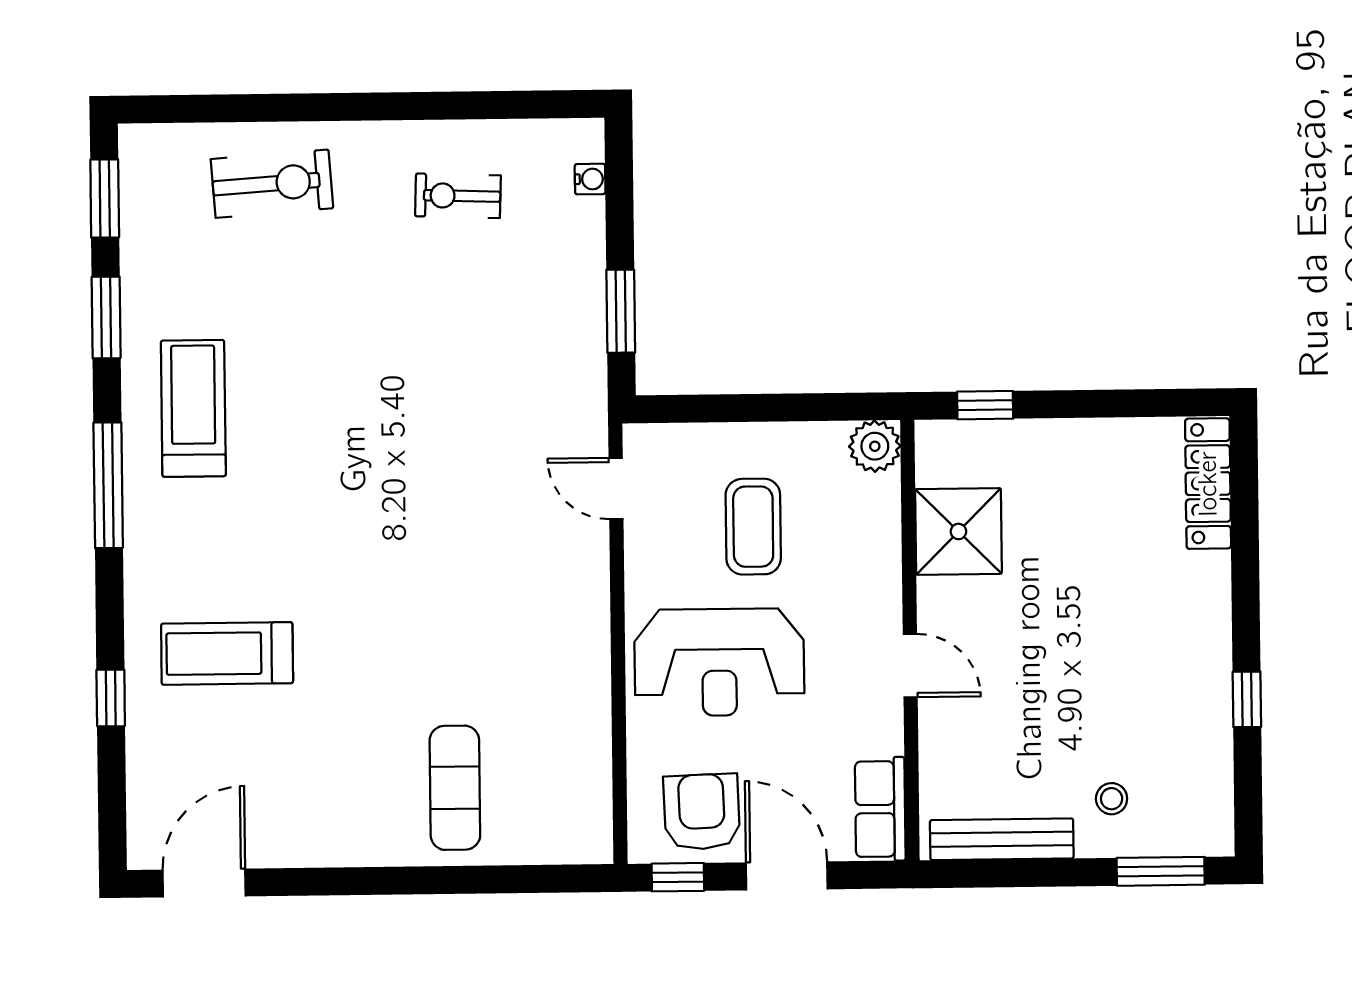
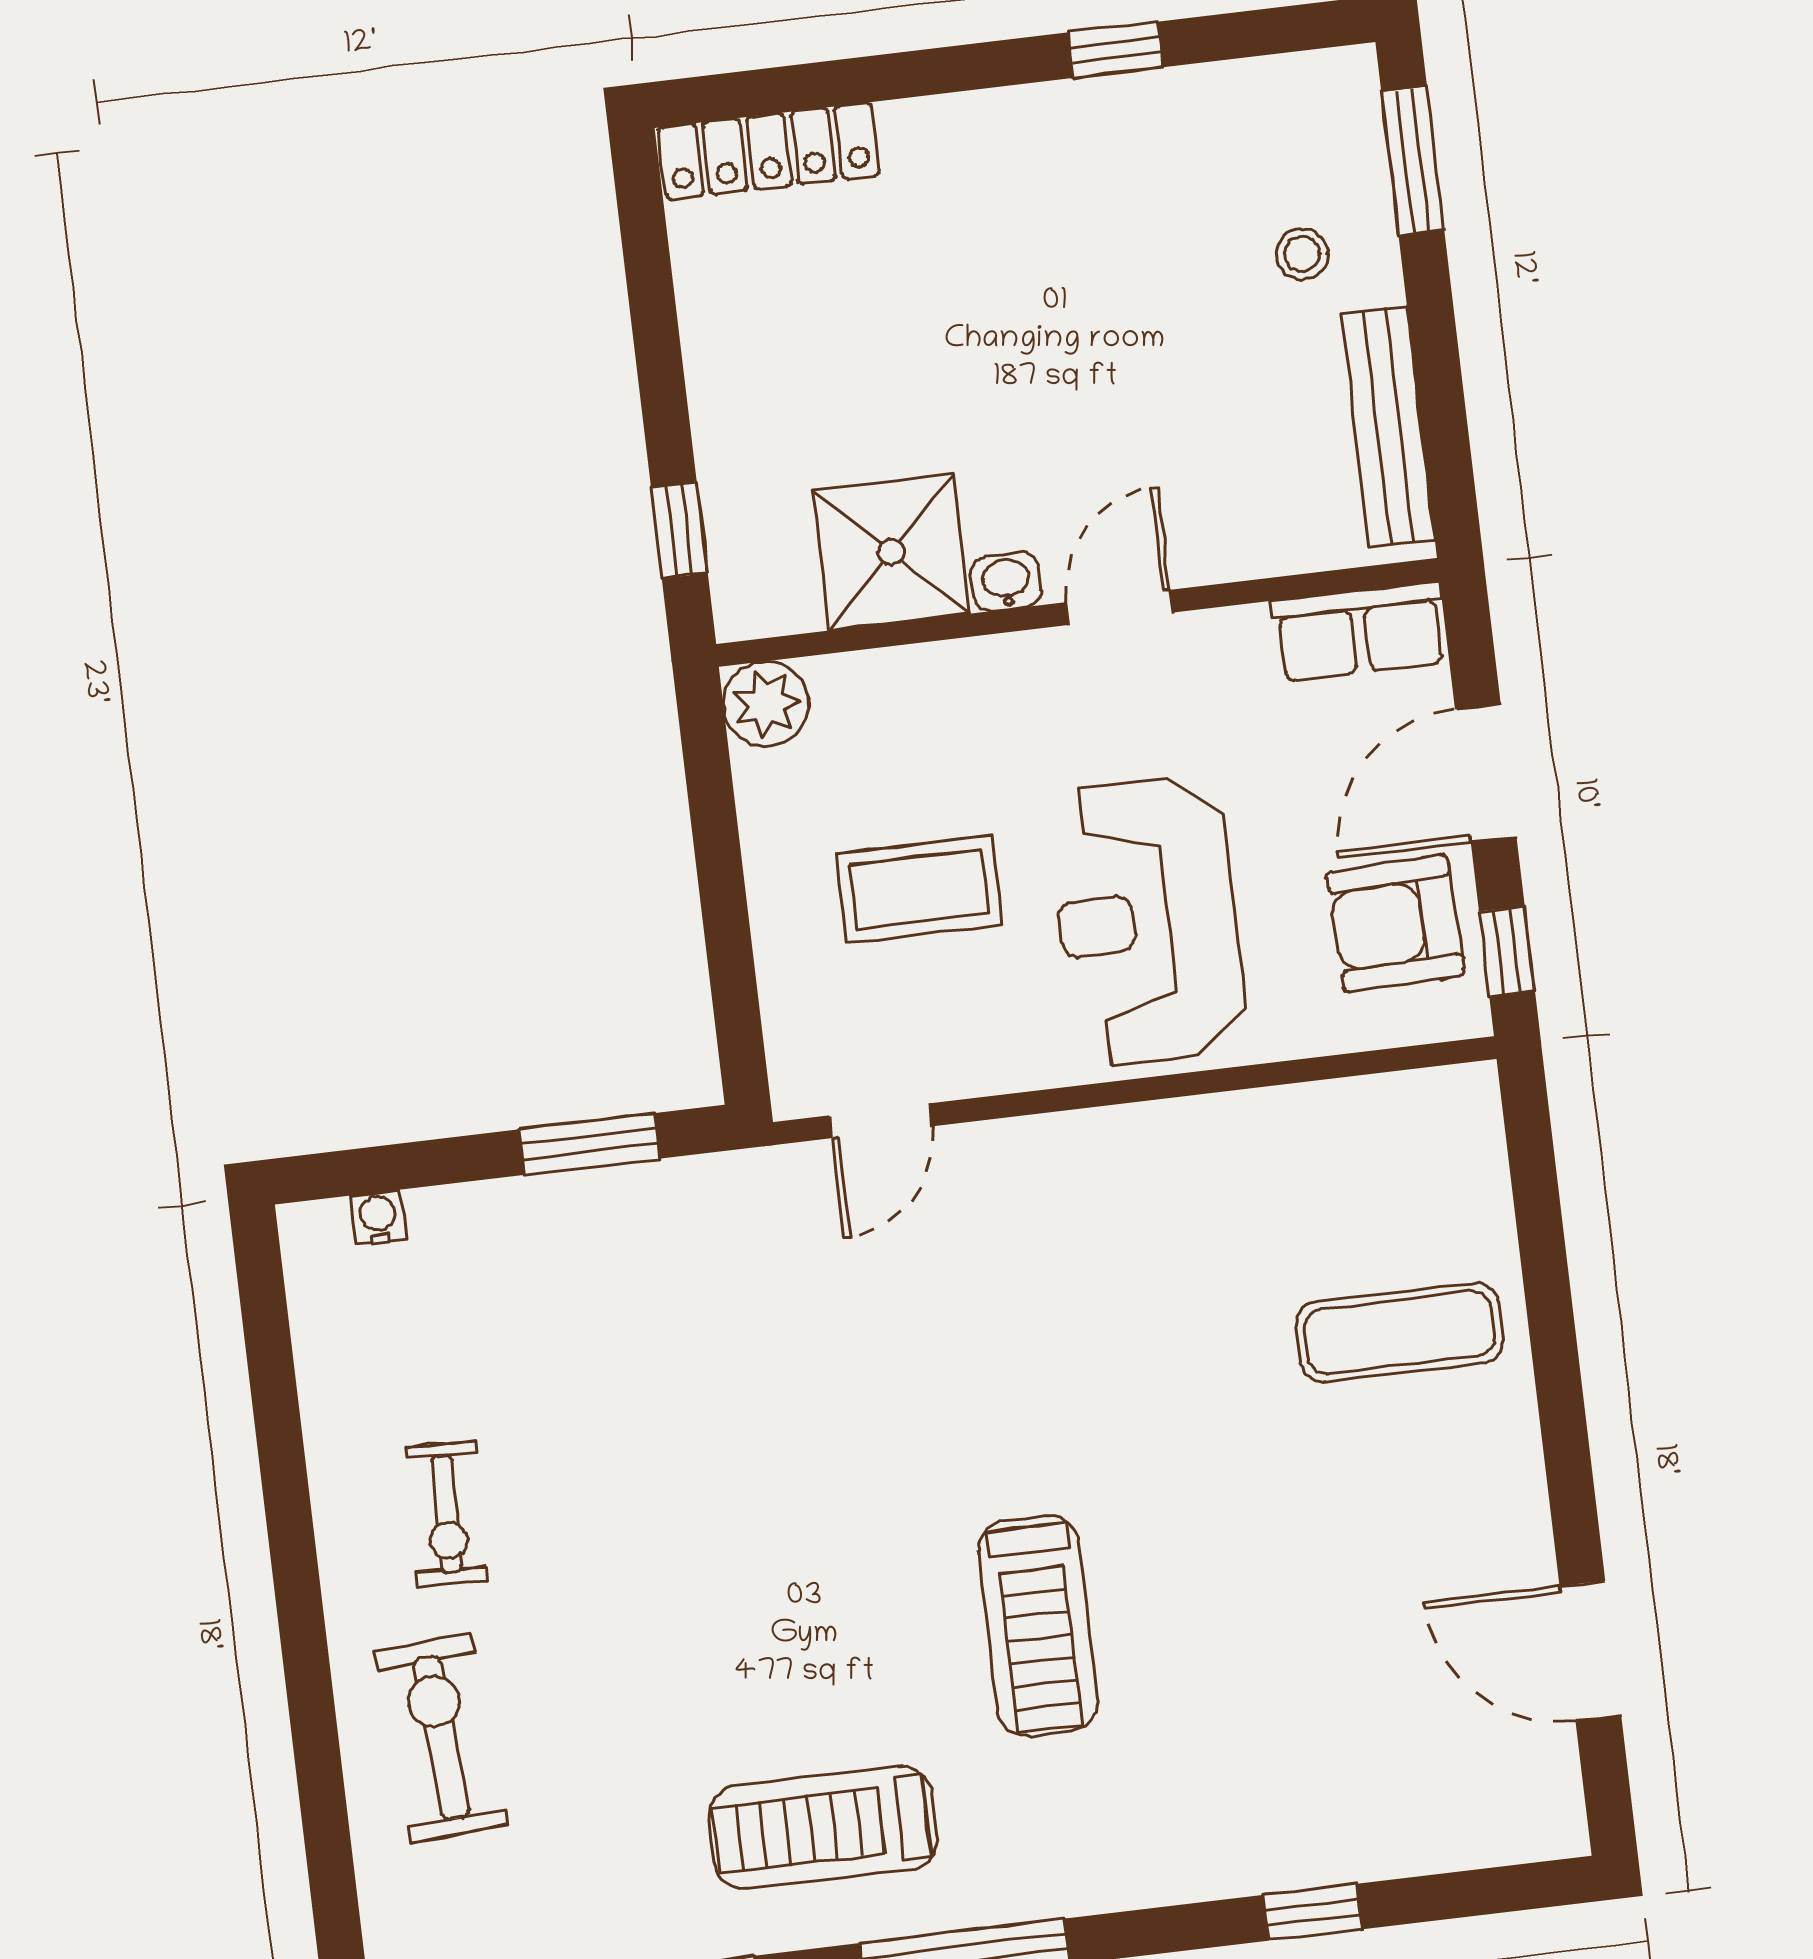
exercise bike: (458, 196) -> (447, 1514), moved
washbasin: (933, 599) -> (1006, 582), added
treadmill: (227, 653) -> (1038, 1626), moved
reception desk: (719, 662) -> (1147, 921), turned 180
door: (204, 883) -> (1590, 1651), moved

